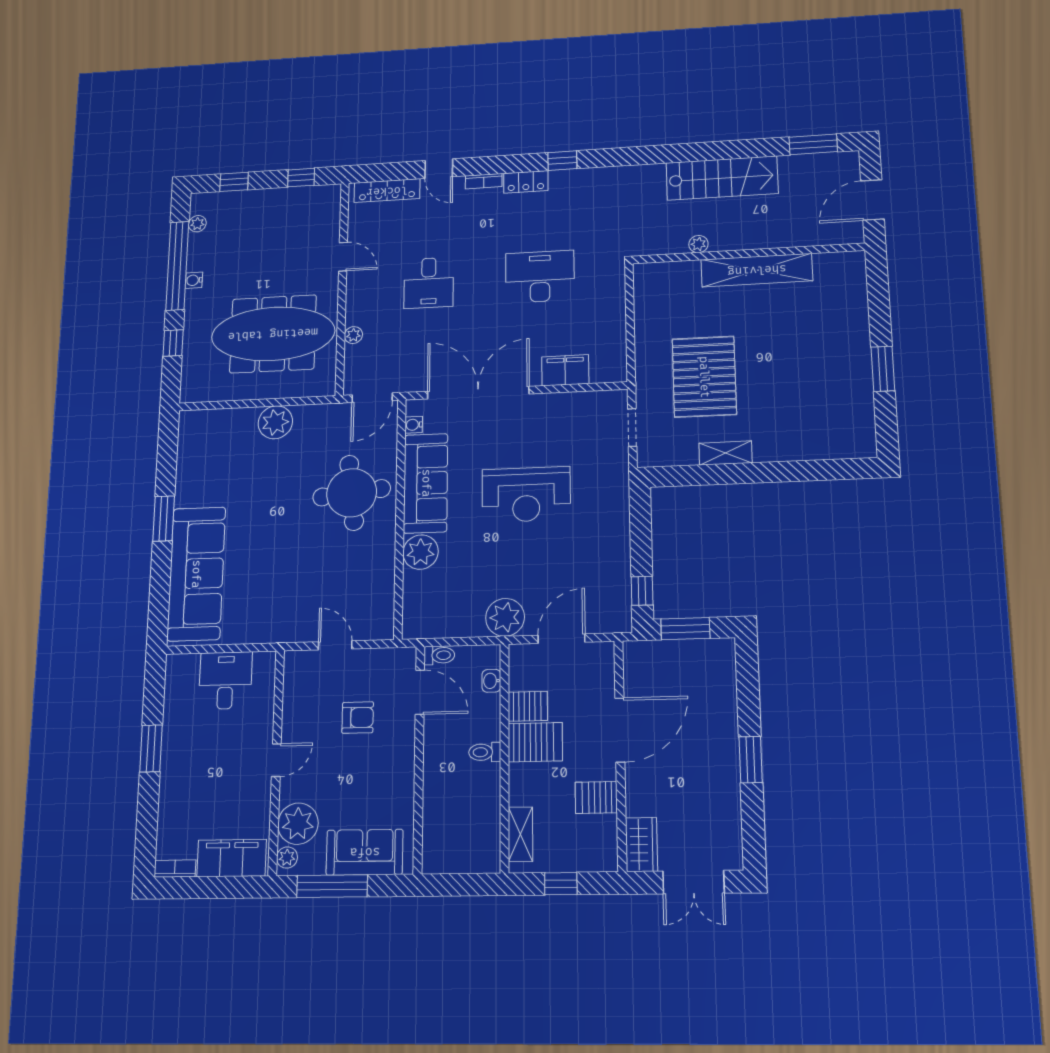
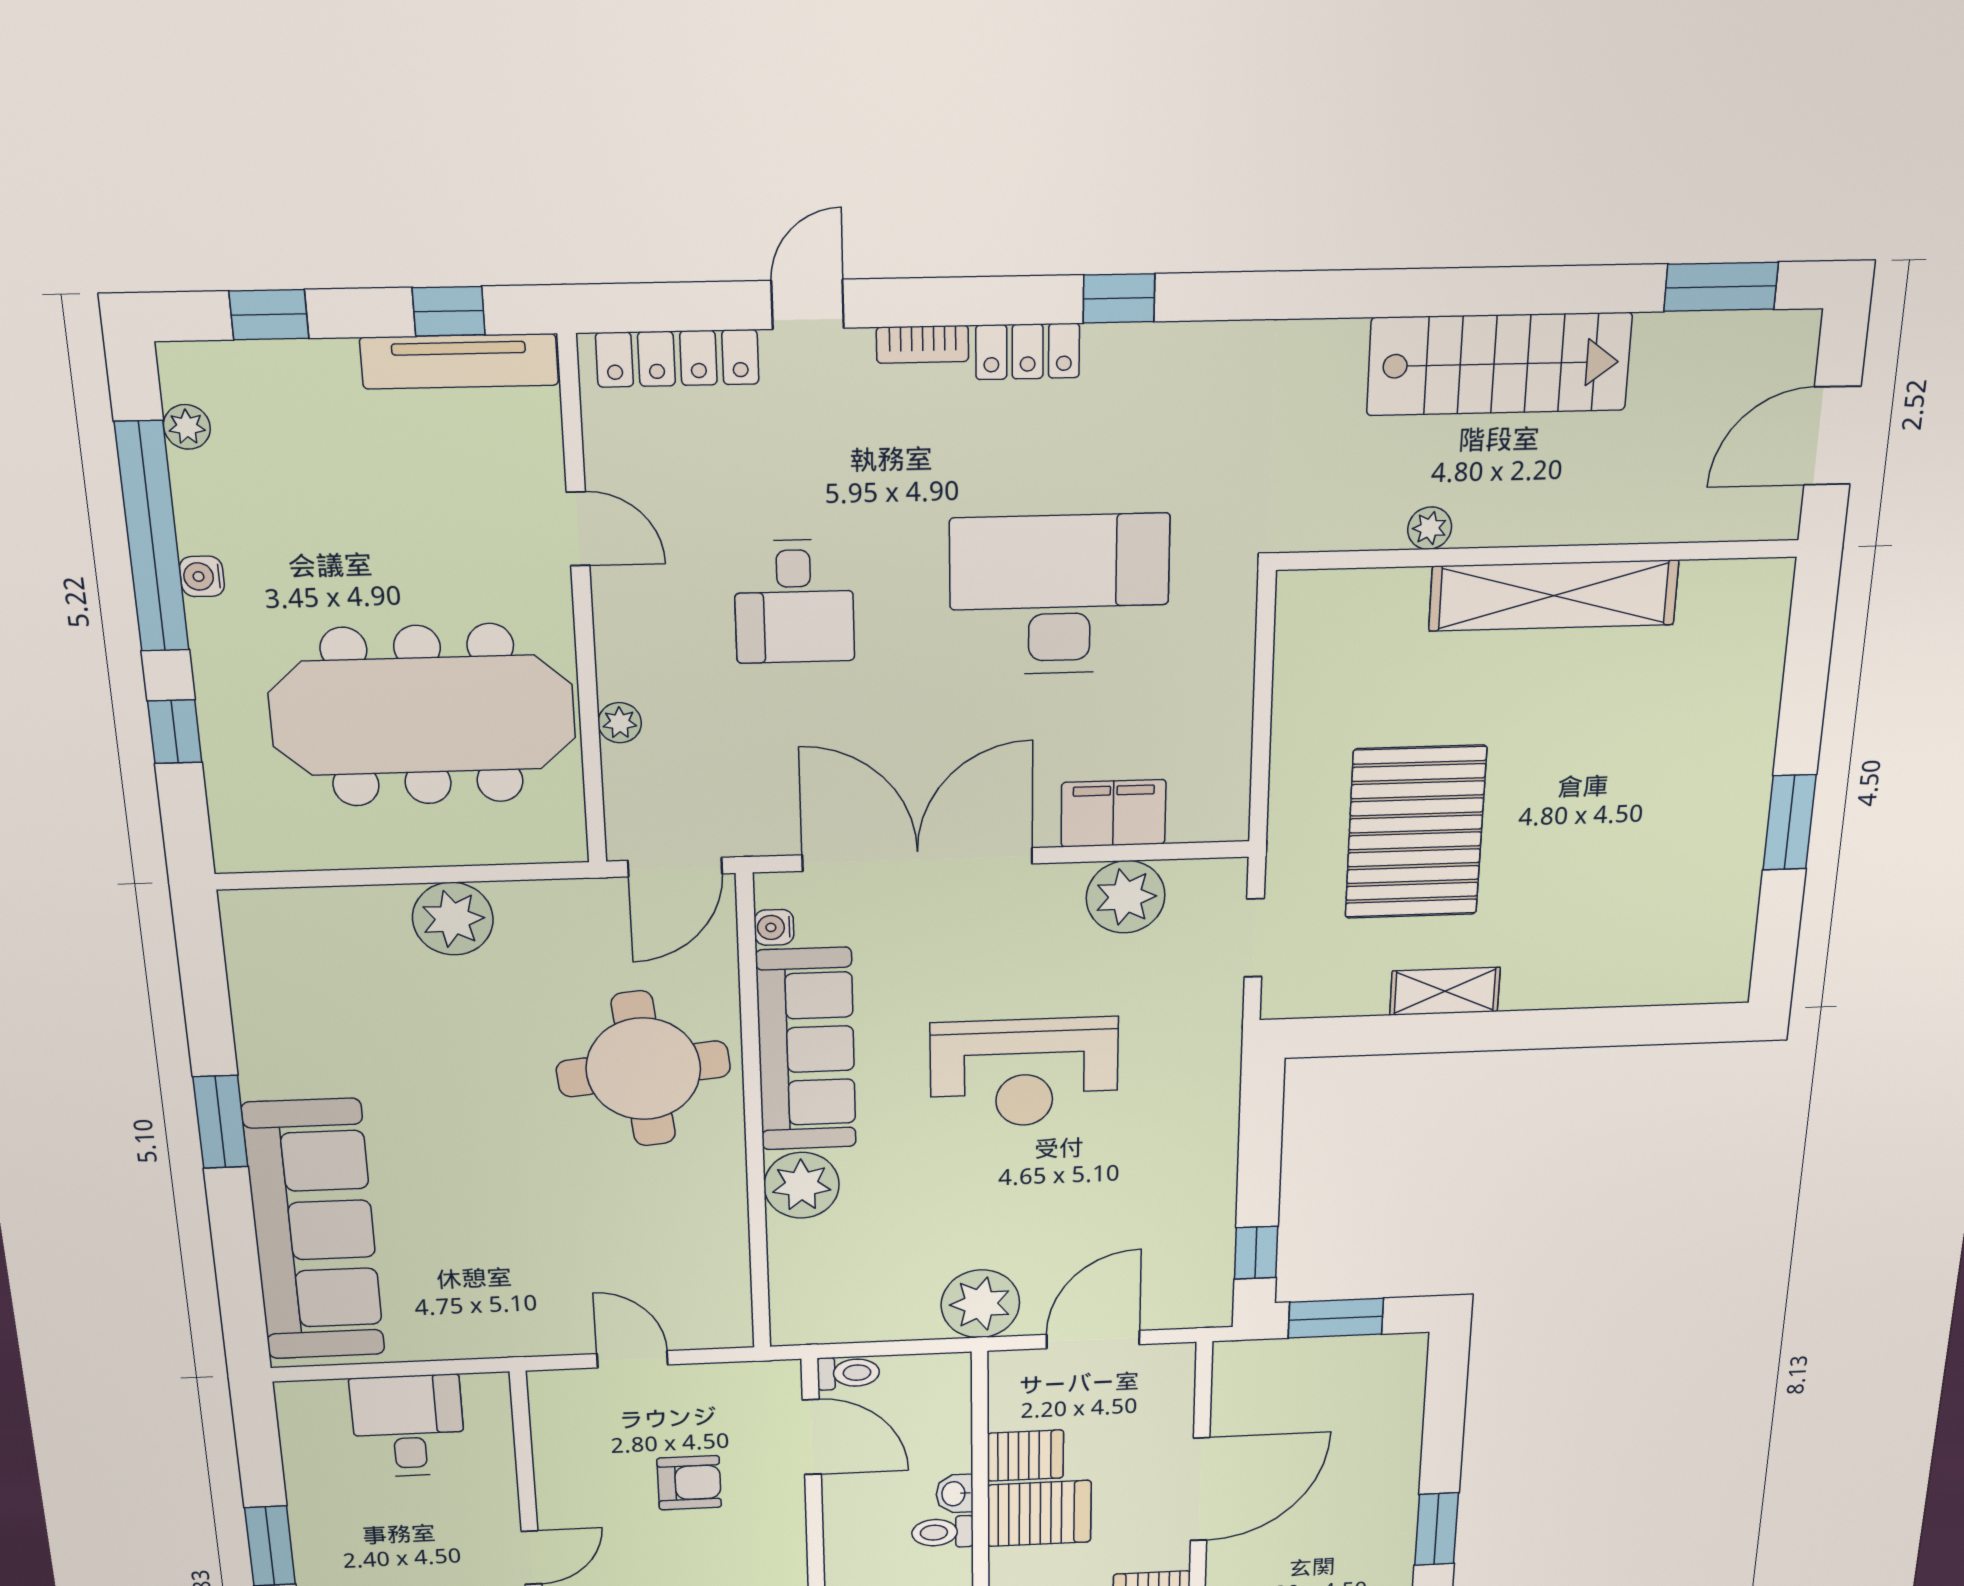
door: (439, 169) -> (808, 304), swing flipped
tv unit: (303, 195) -> (459, 361), added
desk: (540, 277) -> (1059, 595), width x1.36, depth x1.30
plant: (572, 409) -> (1126, 897), added
washbasin: (491, 681) -> (954, 1494), moved

